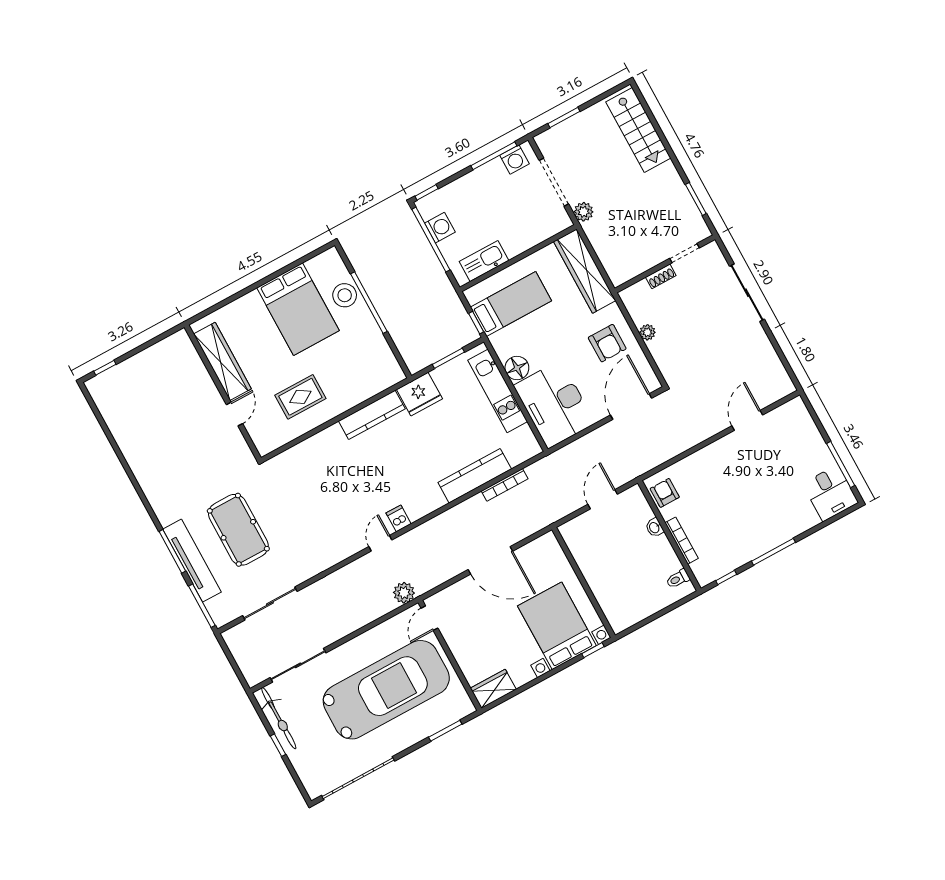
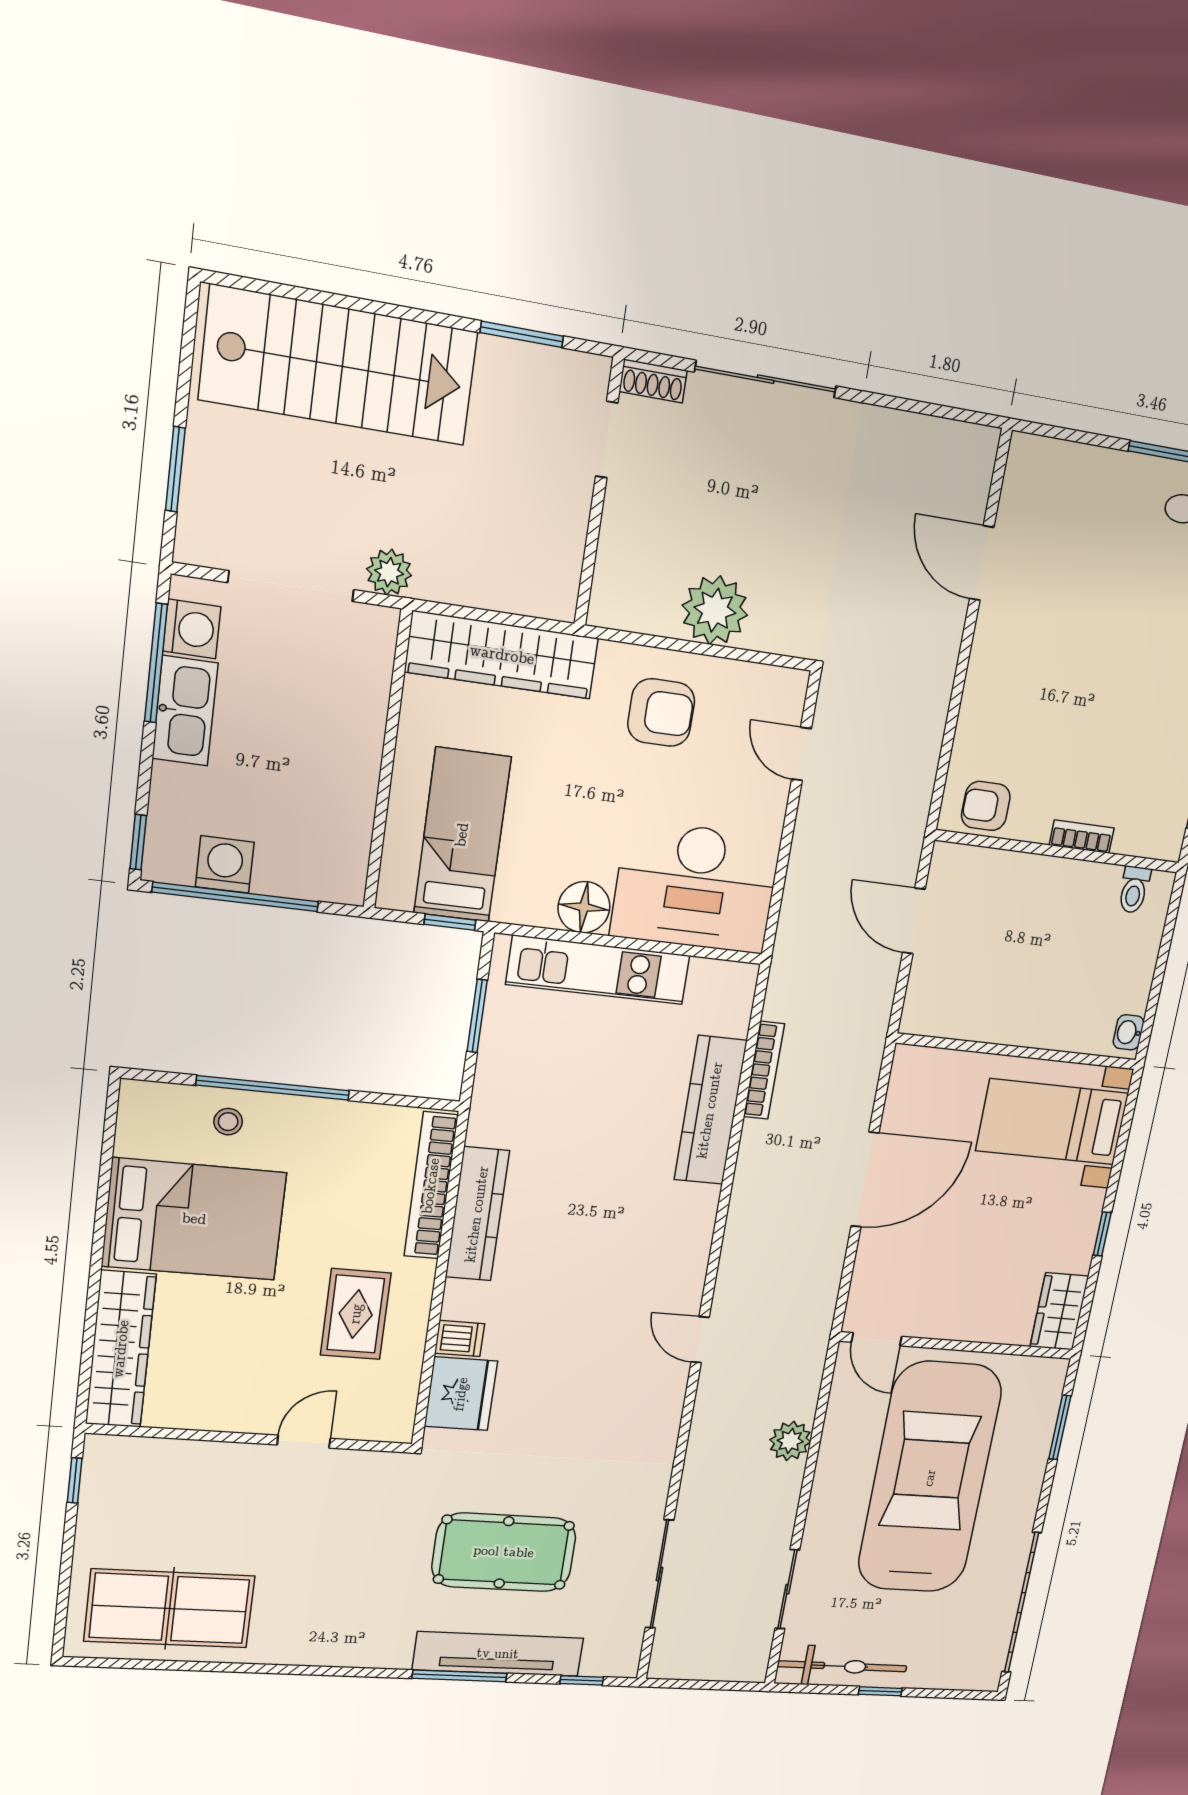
stairs: (638, 130) -> (339, 366), width x1.36, depth x1.51
kitchen sink: (484, 261) -> (185, 711), moved, turned 180
shoe rack: (661, 276) -> (653, 381), moved, turned 90
stool: (345, 295) -> (228, 1122), width x0.53, depth x0.53
plant: (647, 332) -> (715, 610), width x1.88, depth x1.88
wardrobe: (222, 361) -> (121, 1349), moved, turned 90
window: (105, 368) -> (75, 1480), moved
bookcase: (371, 389) -> (431, 1186), added
fridge: (419, 394) -> (461, 1394), moved
door: (631, 407) -> (801, 754), width x0.53
table tennis table: (130, 411) -> (170, 1608), added
door: (235, 414) -> (304, 1442), hinge flipped
dishwasher: (399, 518) -> (459, 1339), moved, turned 180
washbasin: (655, 528) -> (1129, 1032), moved, turned 90
bookcase: (682, 541) -> (1082, 837), width x0.64
plant: (404, 593) -> (790, 1441), moved
window: (202, 606) -> (582, 1680), width x0.46
bed with nightstands: (557, 626) -> (1052, 1122), width x0.73
window: (593, 650) -> (1102, 1234), moved
sliding door: (298, 665) -> (787, 1589), width x0.73

